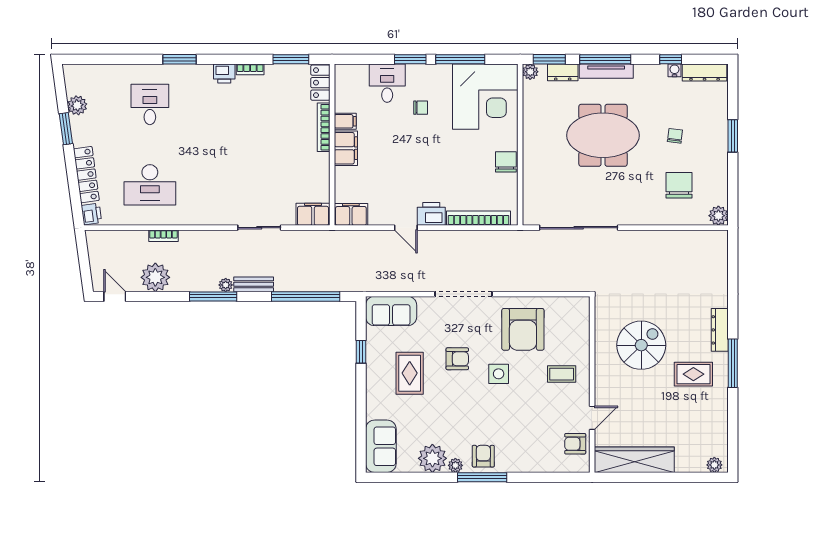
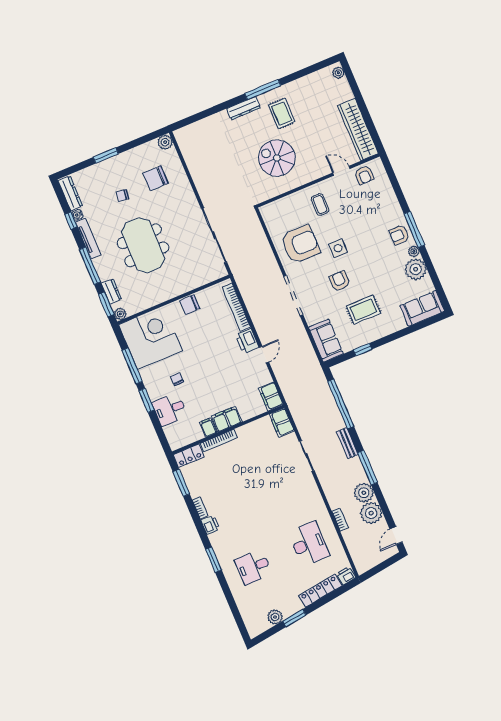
tv unit: (606, 71) -> (88, 239), moved
plant: (226, 285) -> (364, 493), moved, width x1.87, depth x1.87

